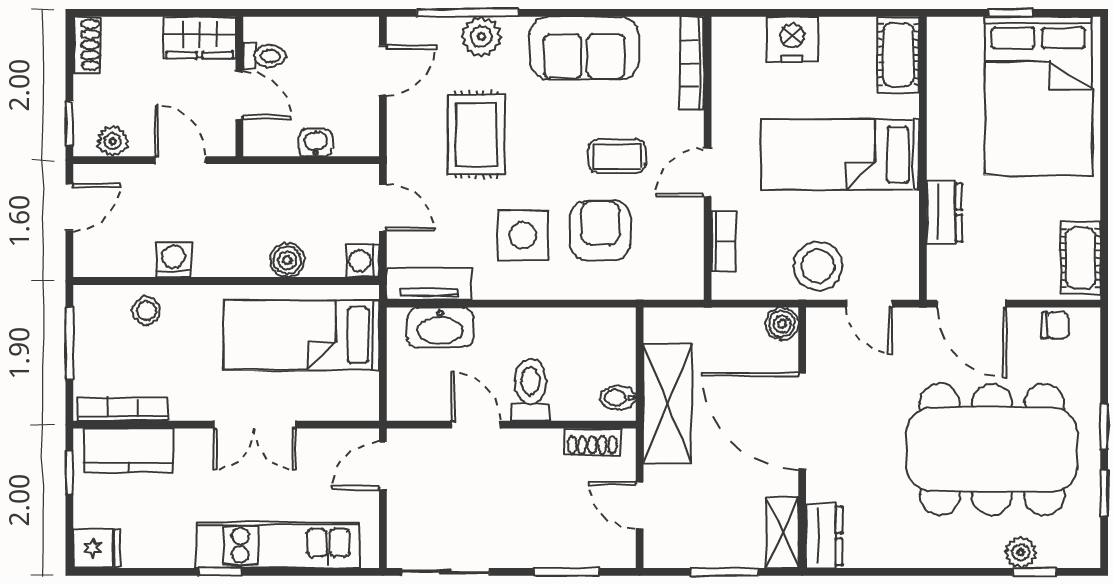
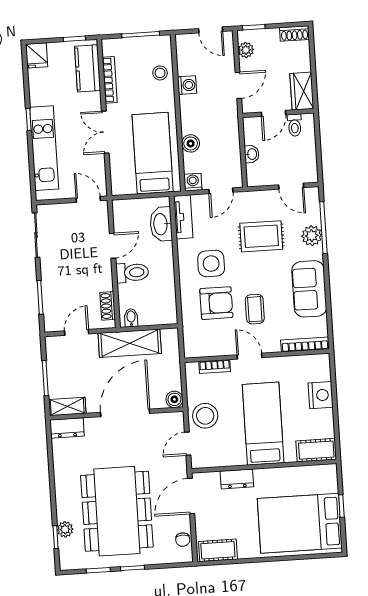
bookcase: (123, 409) -> (110, 80), moved

